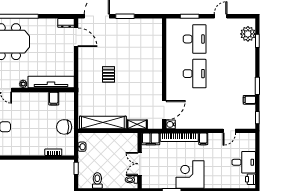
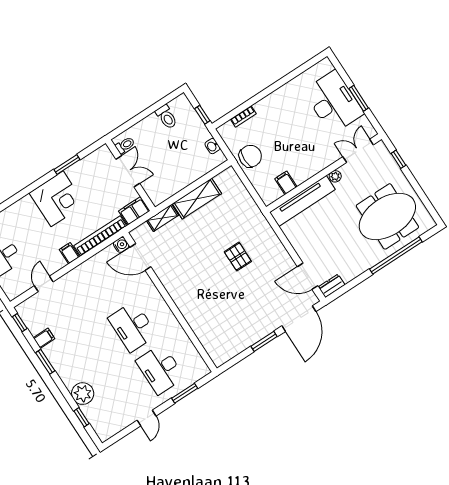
plant: (248, 34) -> (83, 394), moved
door: (164, 110) -> (140, 257), hinge flipped
shelving: (103, 123) -> (197, 199), width x0.68

